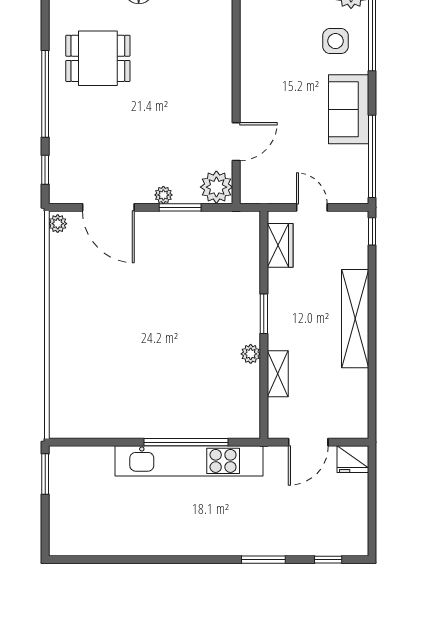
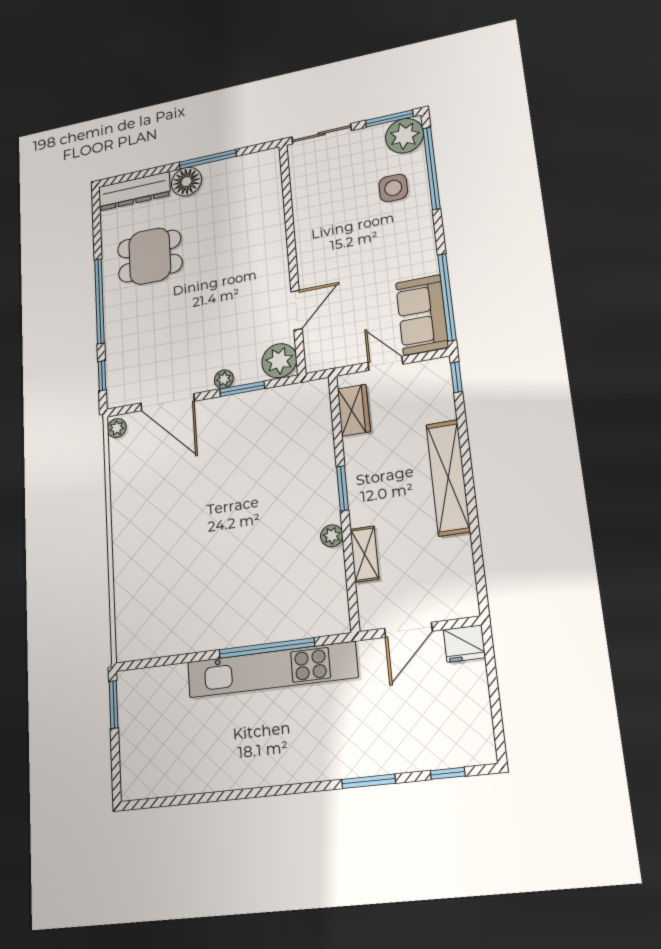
sofa: (349, 109) -> (422, 315), moved

